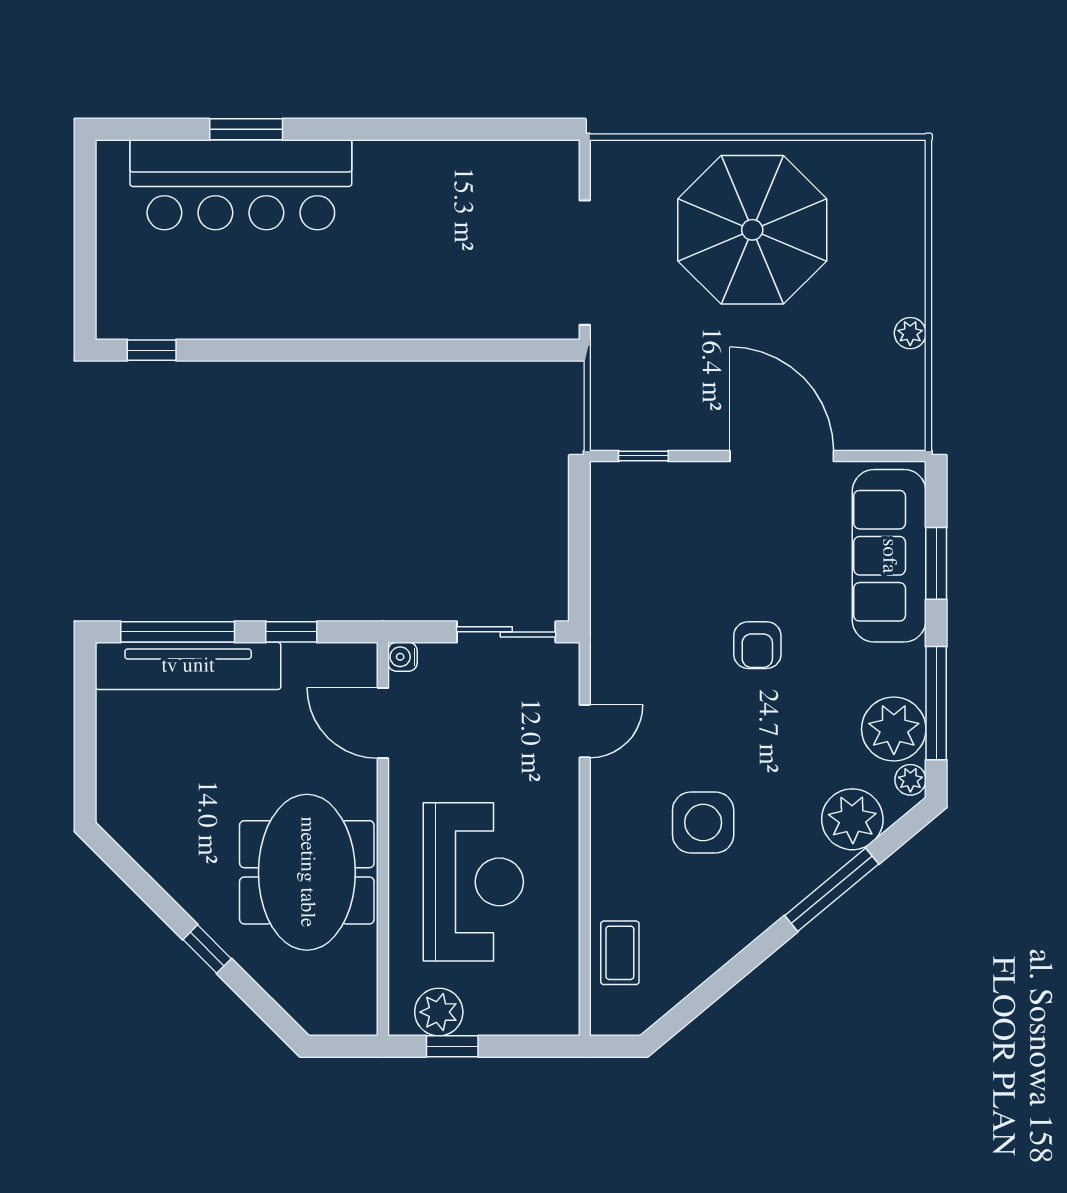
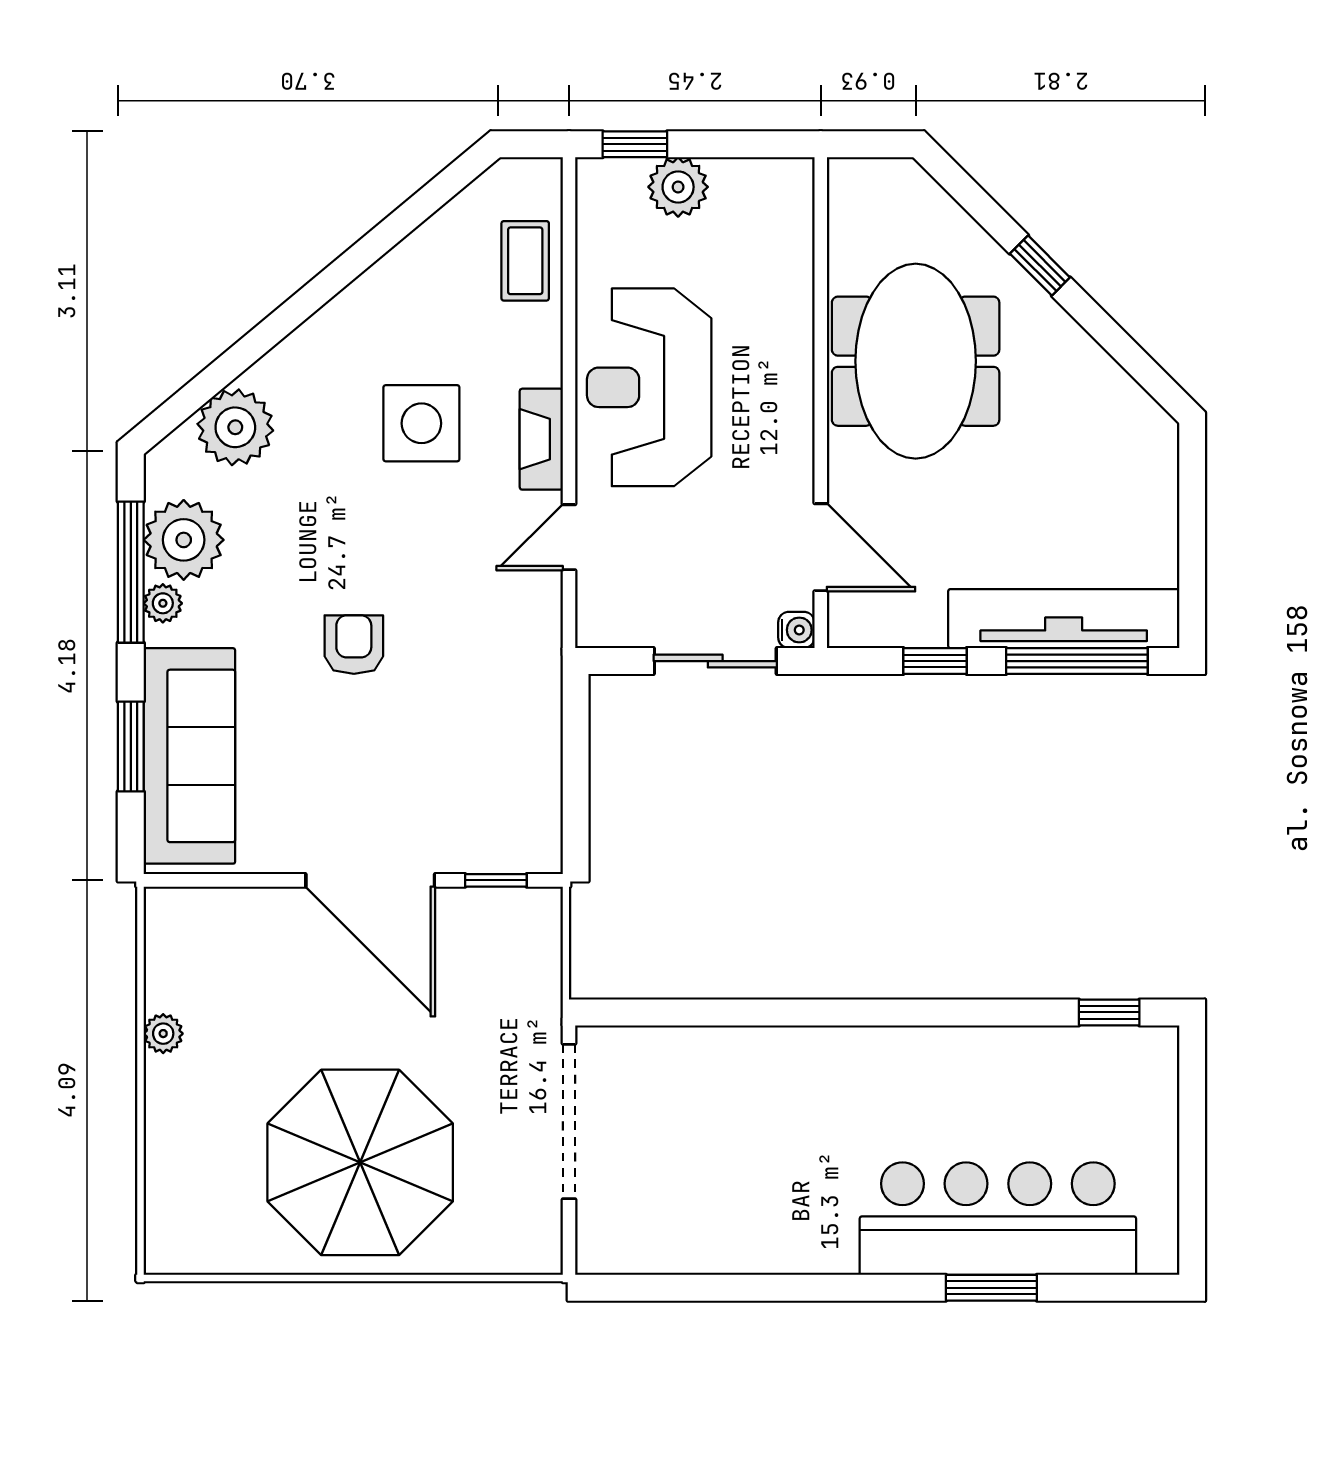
door: (782, 456) -> (370, 880), moved
sliding door: (506, 632) -> (715, 661), moved
plant: (910, 780) -> (163, 603), moved
fireplace: (607, 810) -> (541, 439), added
reception desk: (473, 882) -> (649, 387), moved
window: (832, 890) -> (261, 339), removed
plant: (439, 1012) -> (678, 187), moved
window: (452, 1046) -> (635, 144), moved

